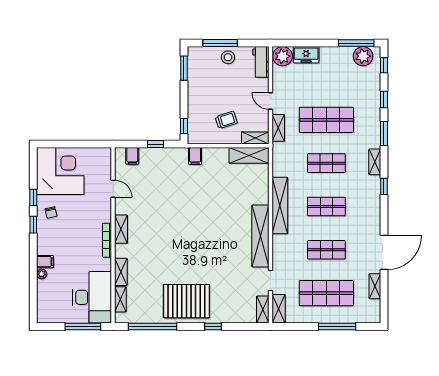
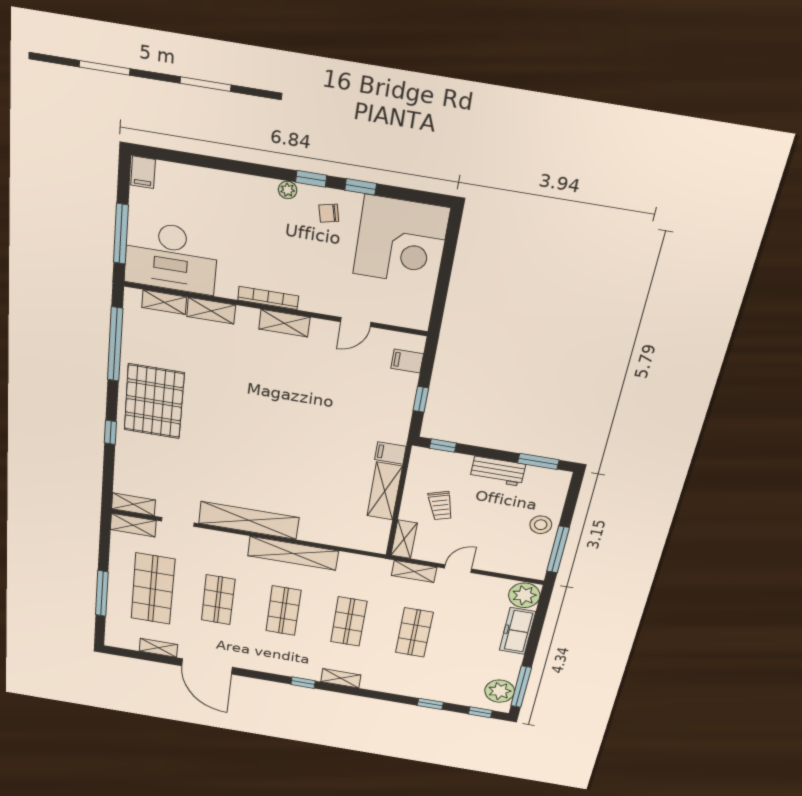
window: (220, 43) -> (558, 549), moved
freezer: (306, 55) -> (517, 631), width x1.40
workbench: (261, 62) -> (498, 471), moved, turned 180
shop shelf: (326, 120) -> (414, 633), width x0.70, depth x0.74
window: (384, 134) -> (380, 696), removed
shelving: (249, 155) -> (385, 491), moved
filing cabinet: (45, 262) -> (143, 172), moved
plant: (42, 274) -> (288, 190), moved

